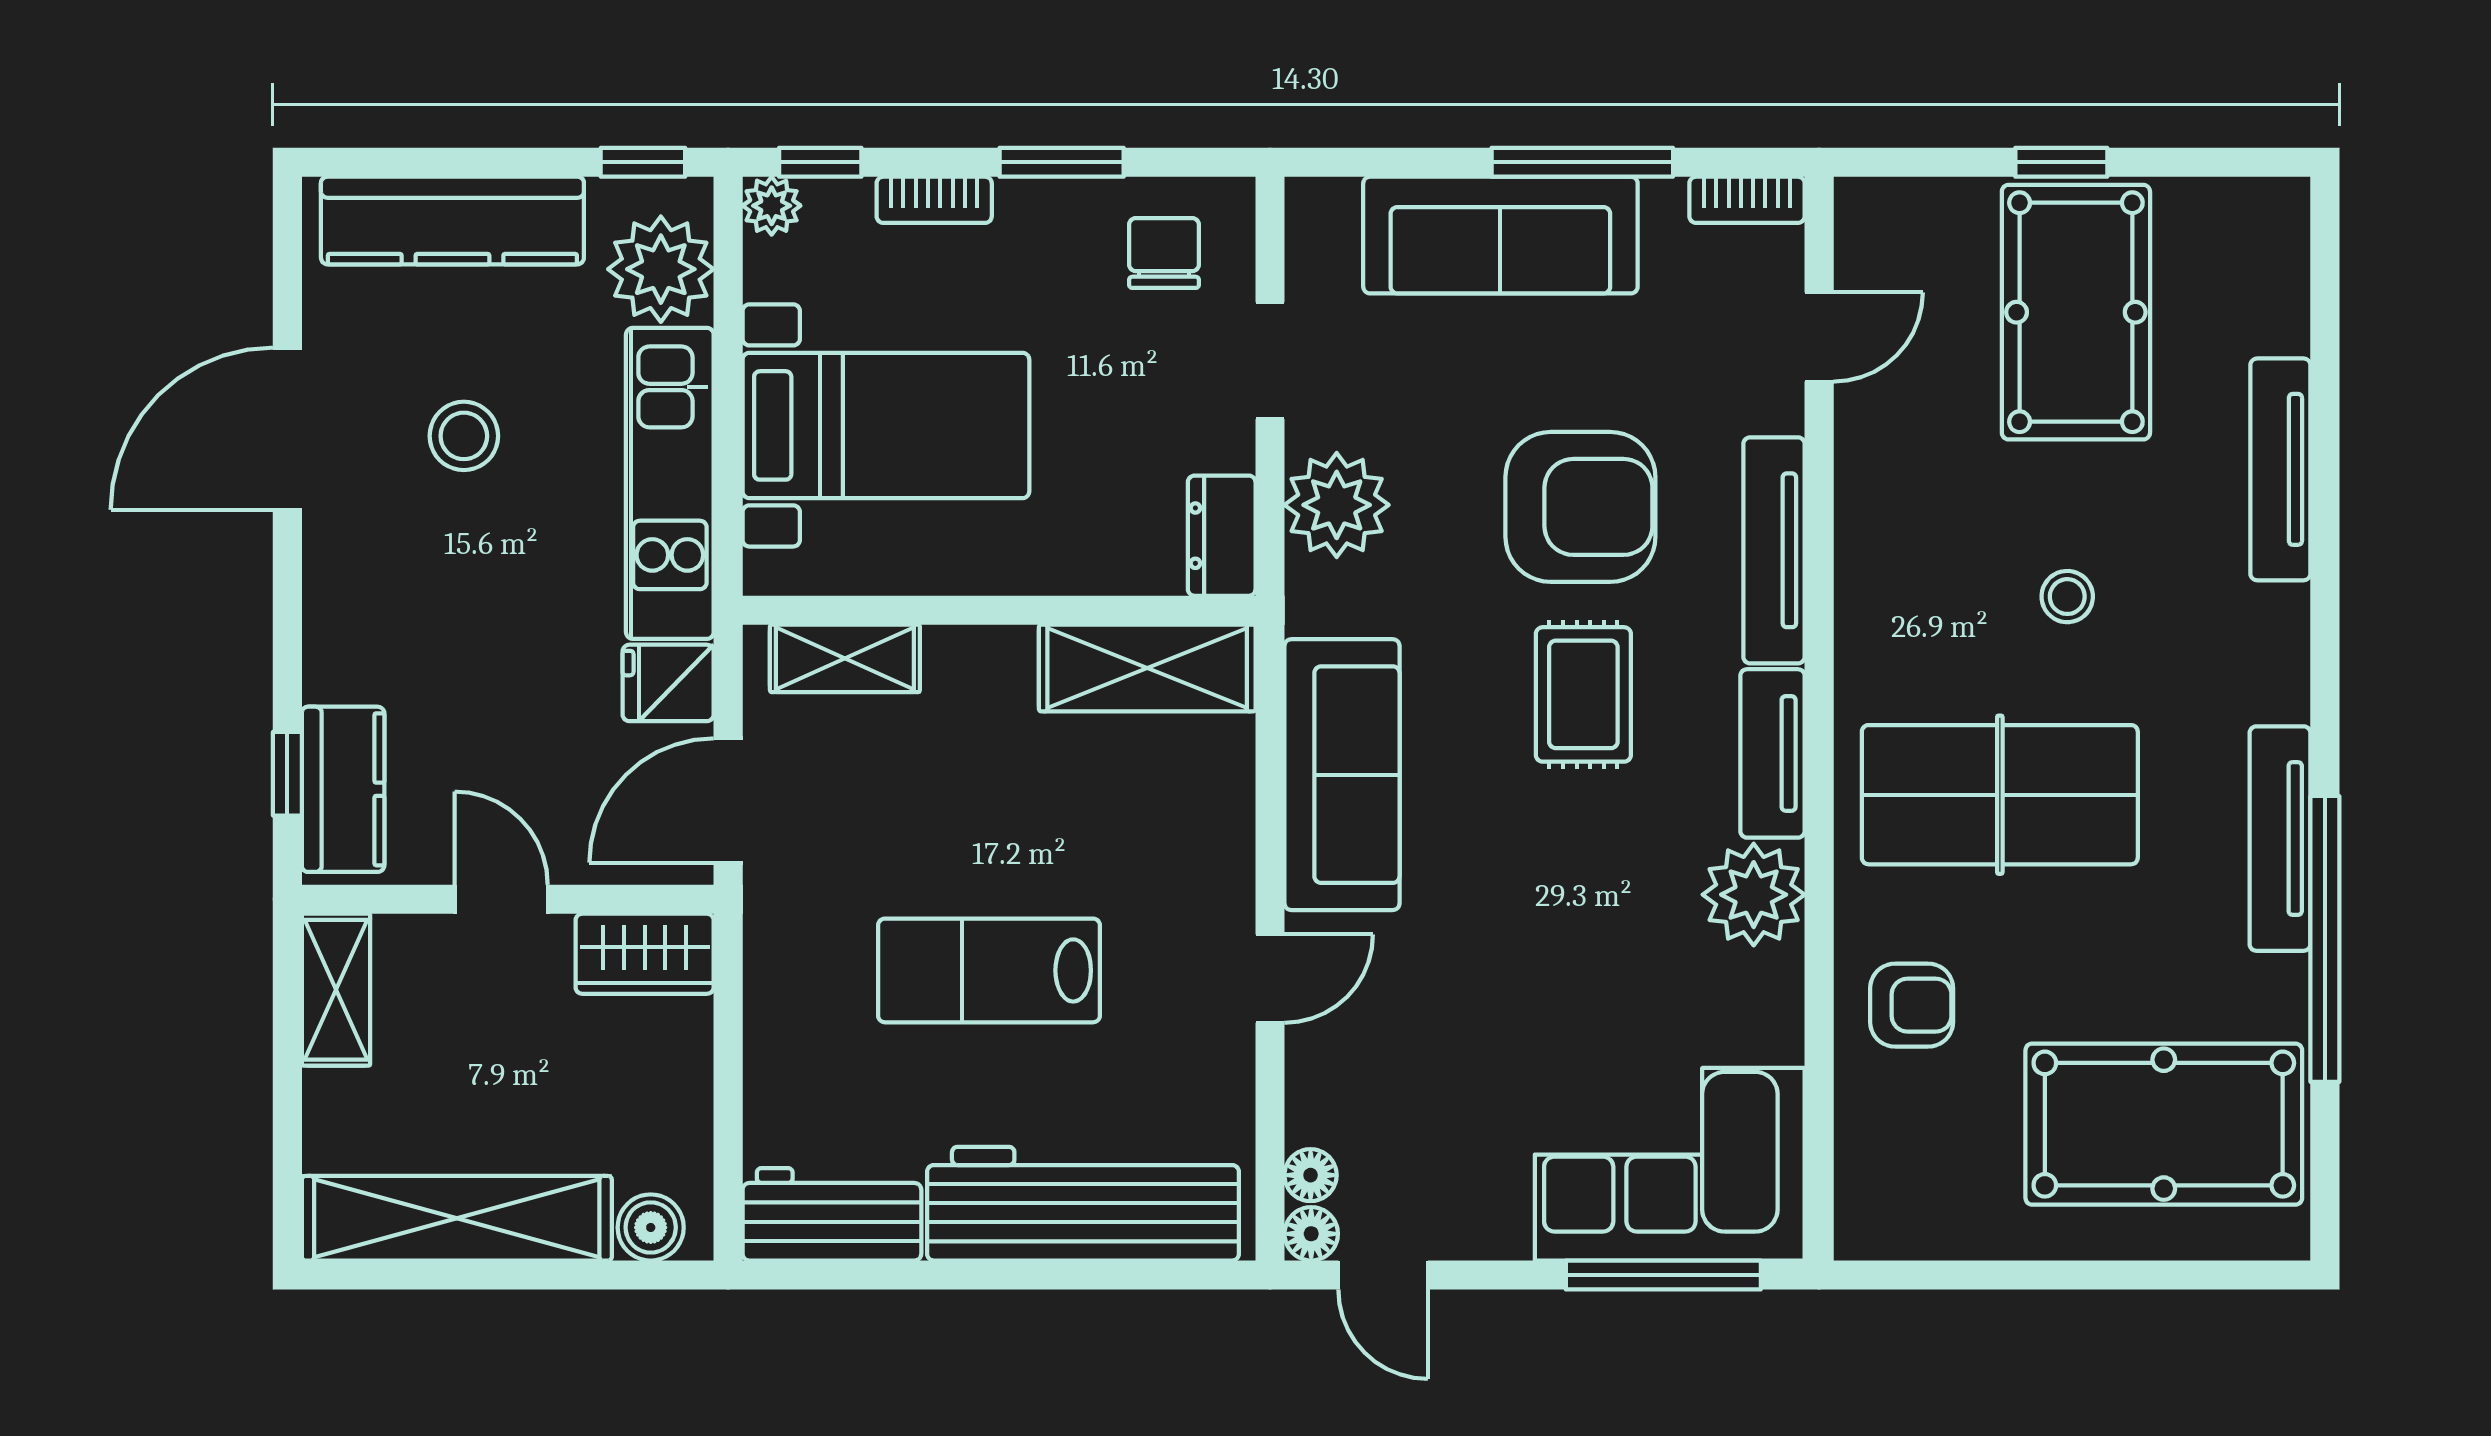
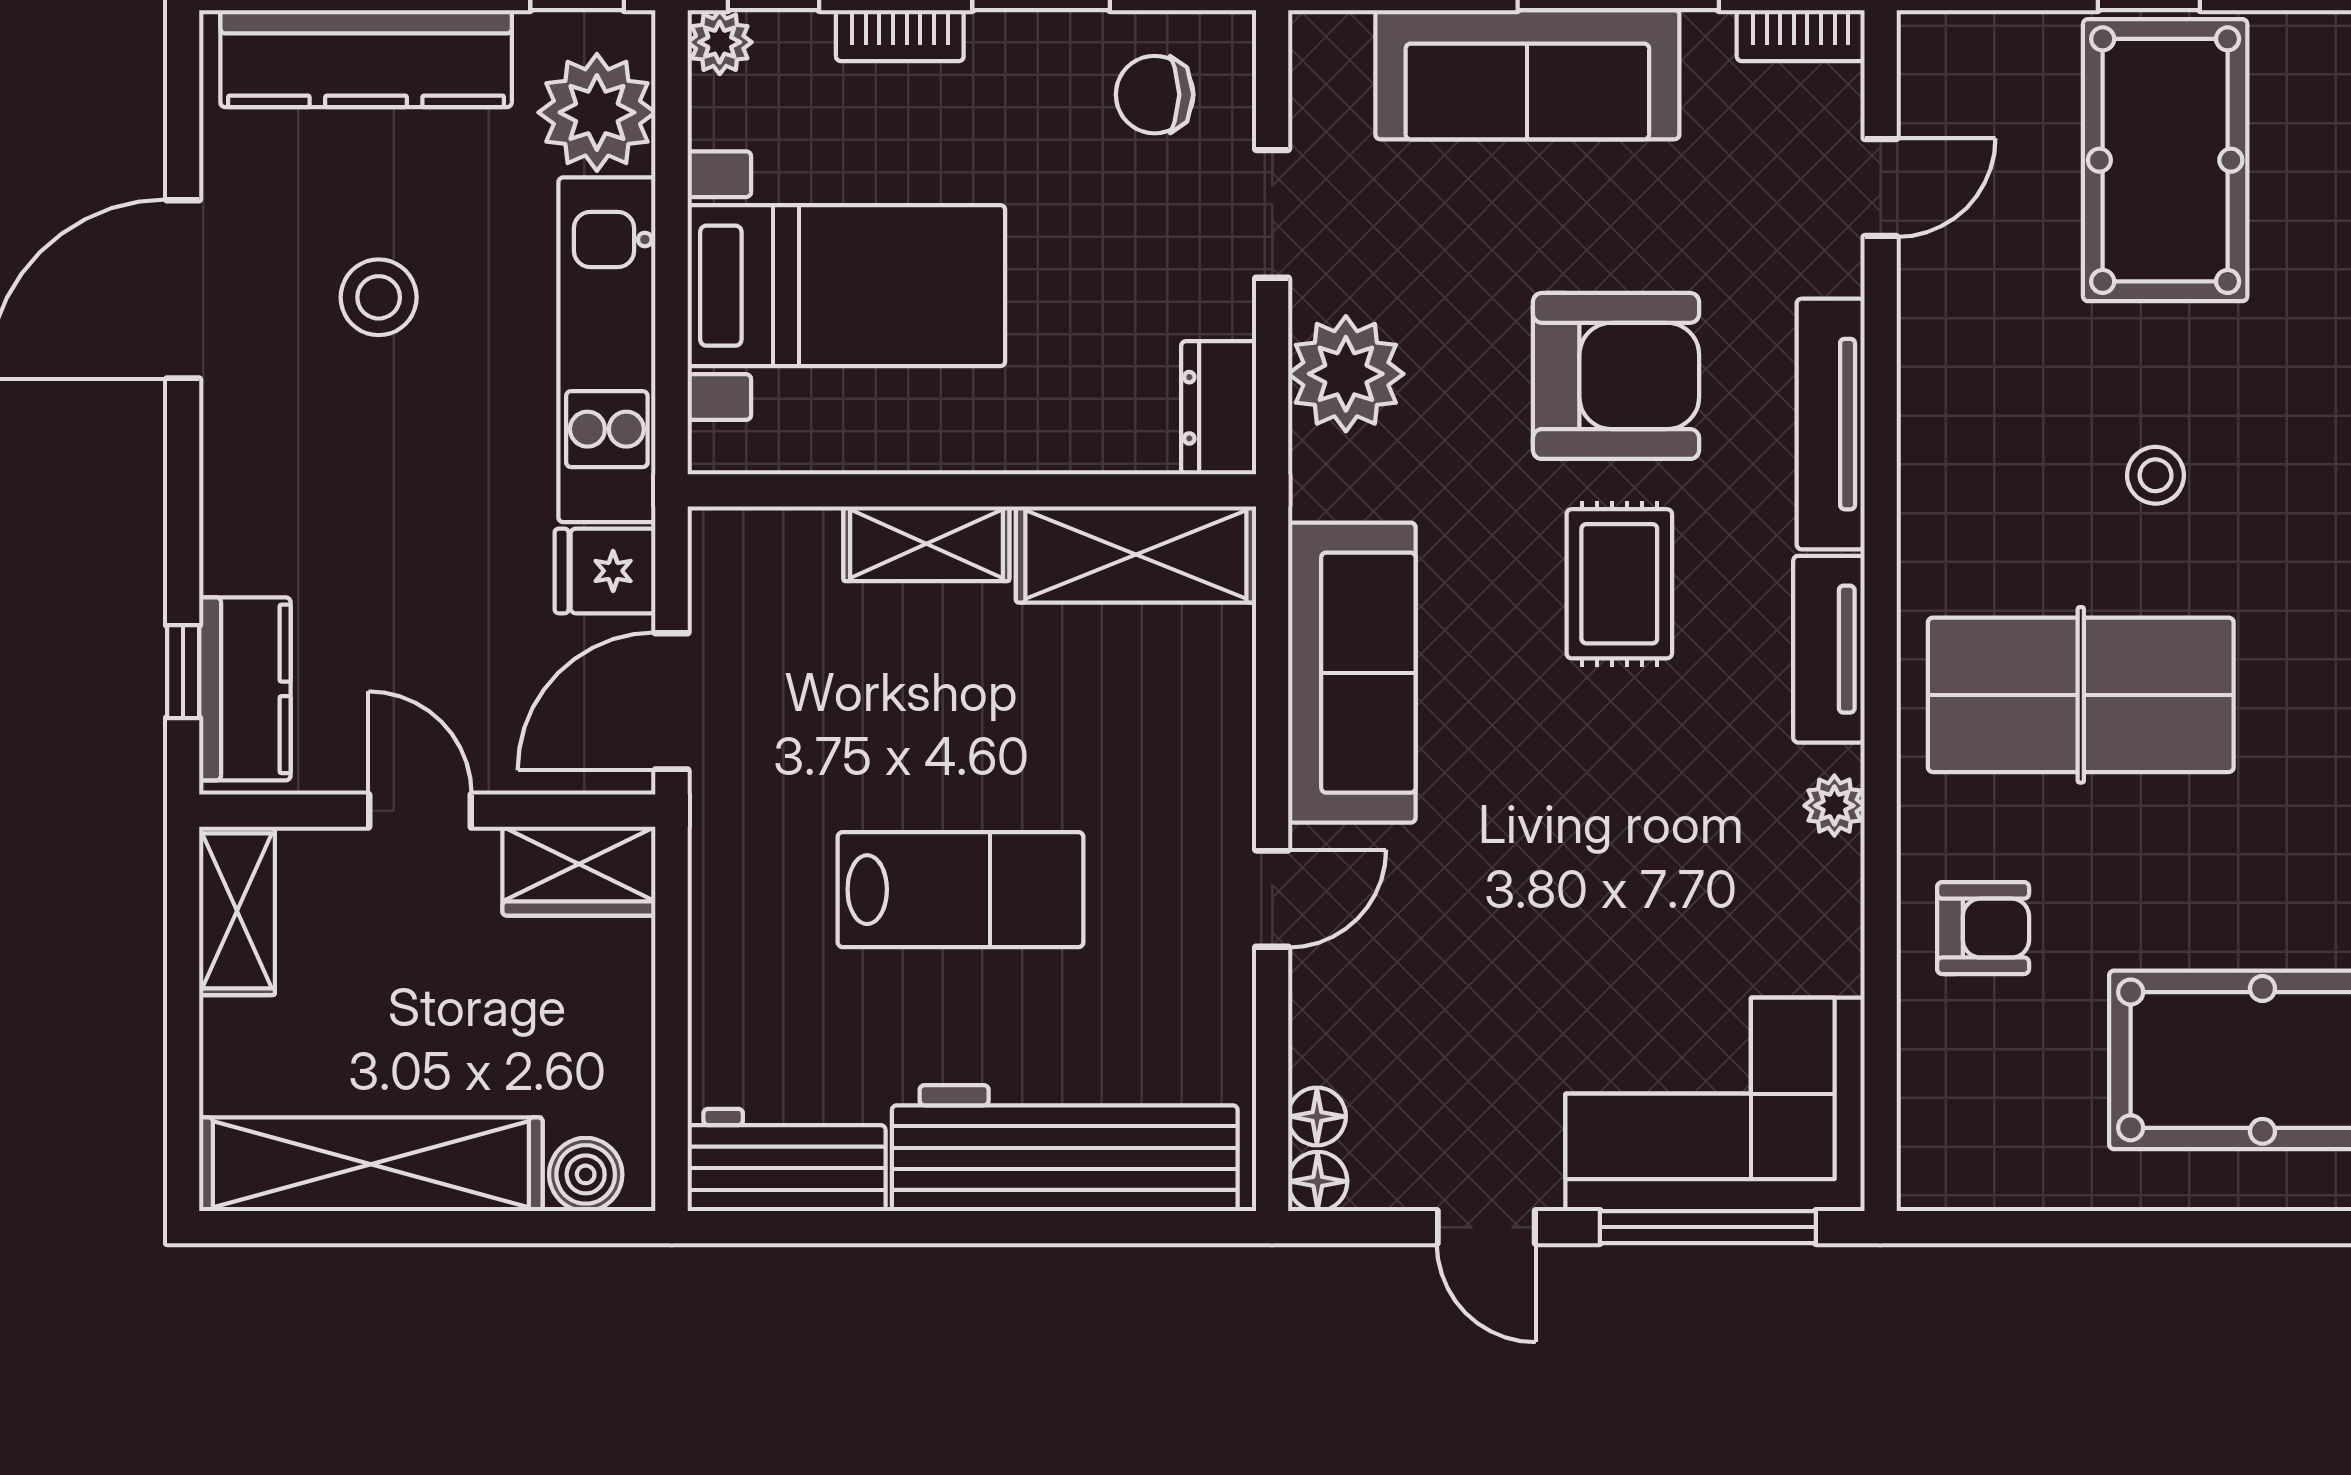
chair: (1164, 253) -> (1155, 95), turned -90
shelving: (845, 658) -> (926, 544), moved
plant: (1754, 895) -> (1834, 806), width x0.53, depth x0.53
lab bench: (989, 970) -> (961, 890), turned 180
door: (1383, 1275) -> (1486, 1227), moved

